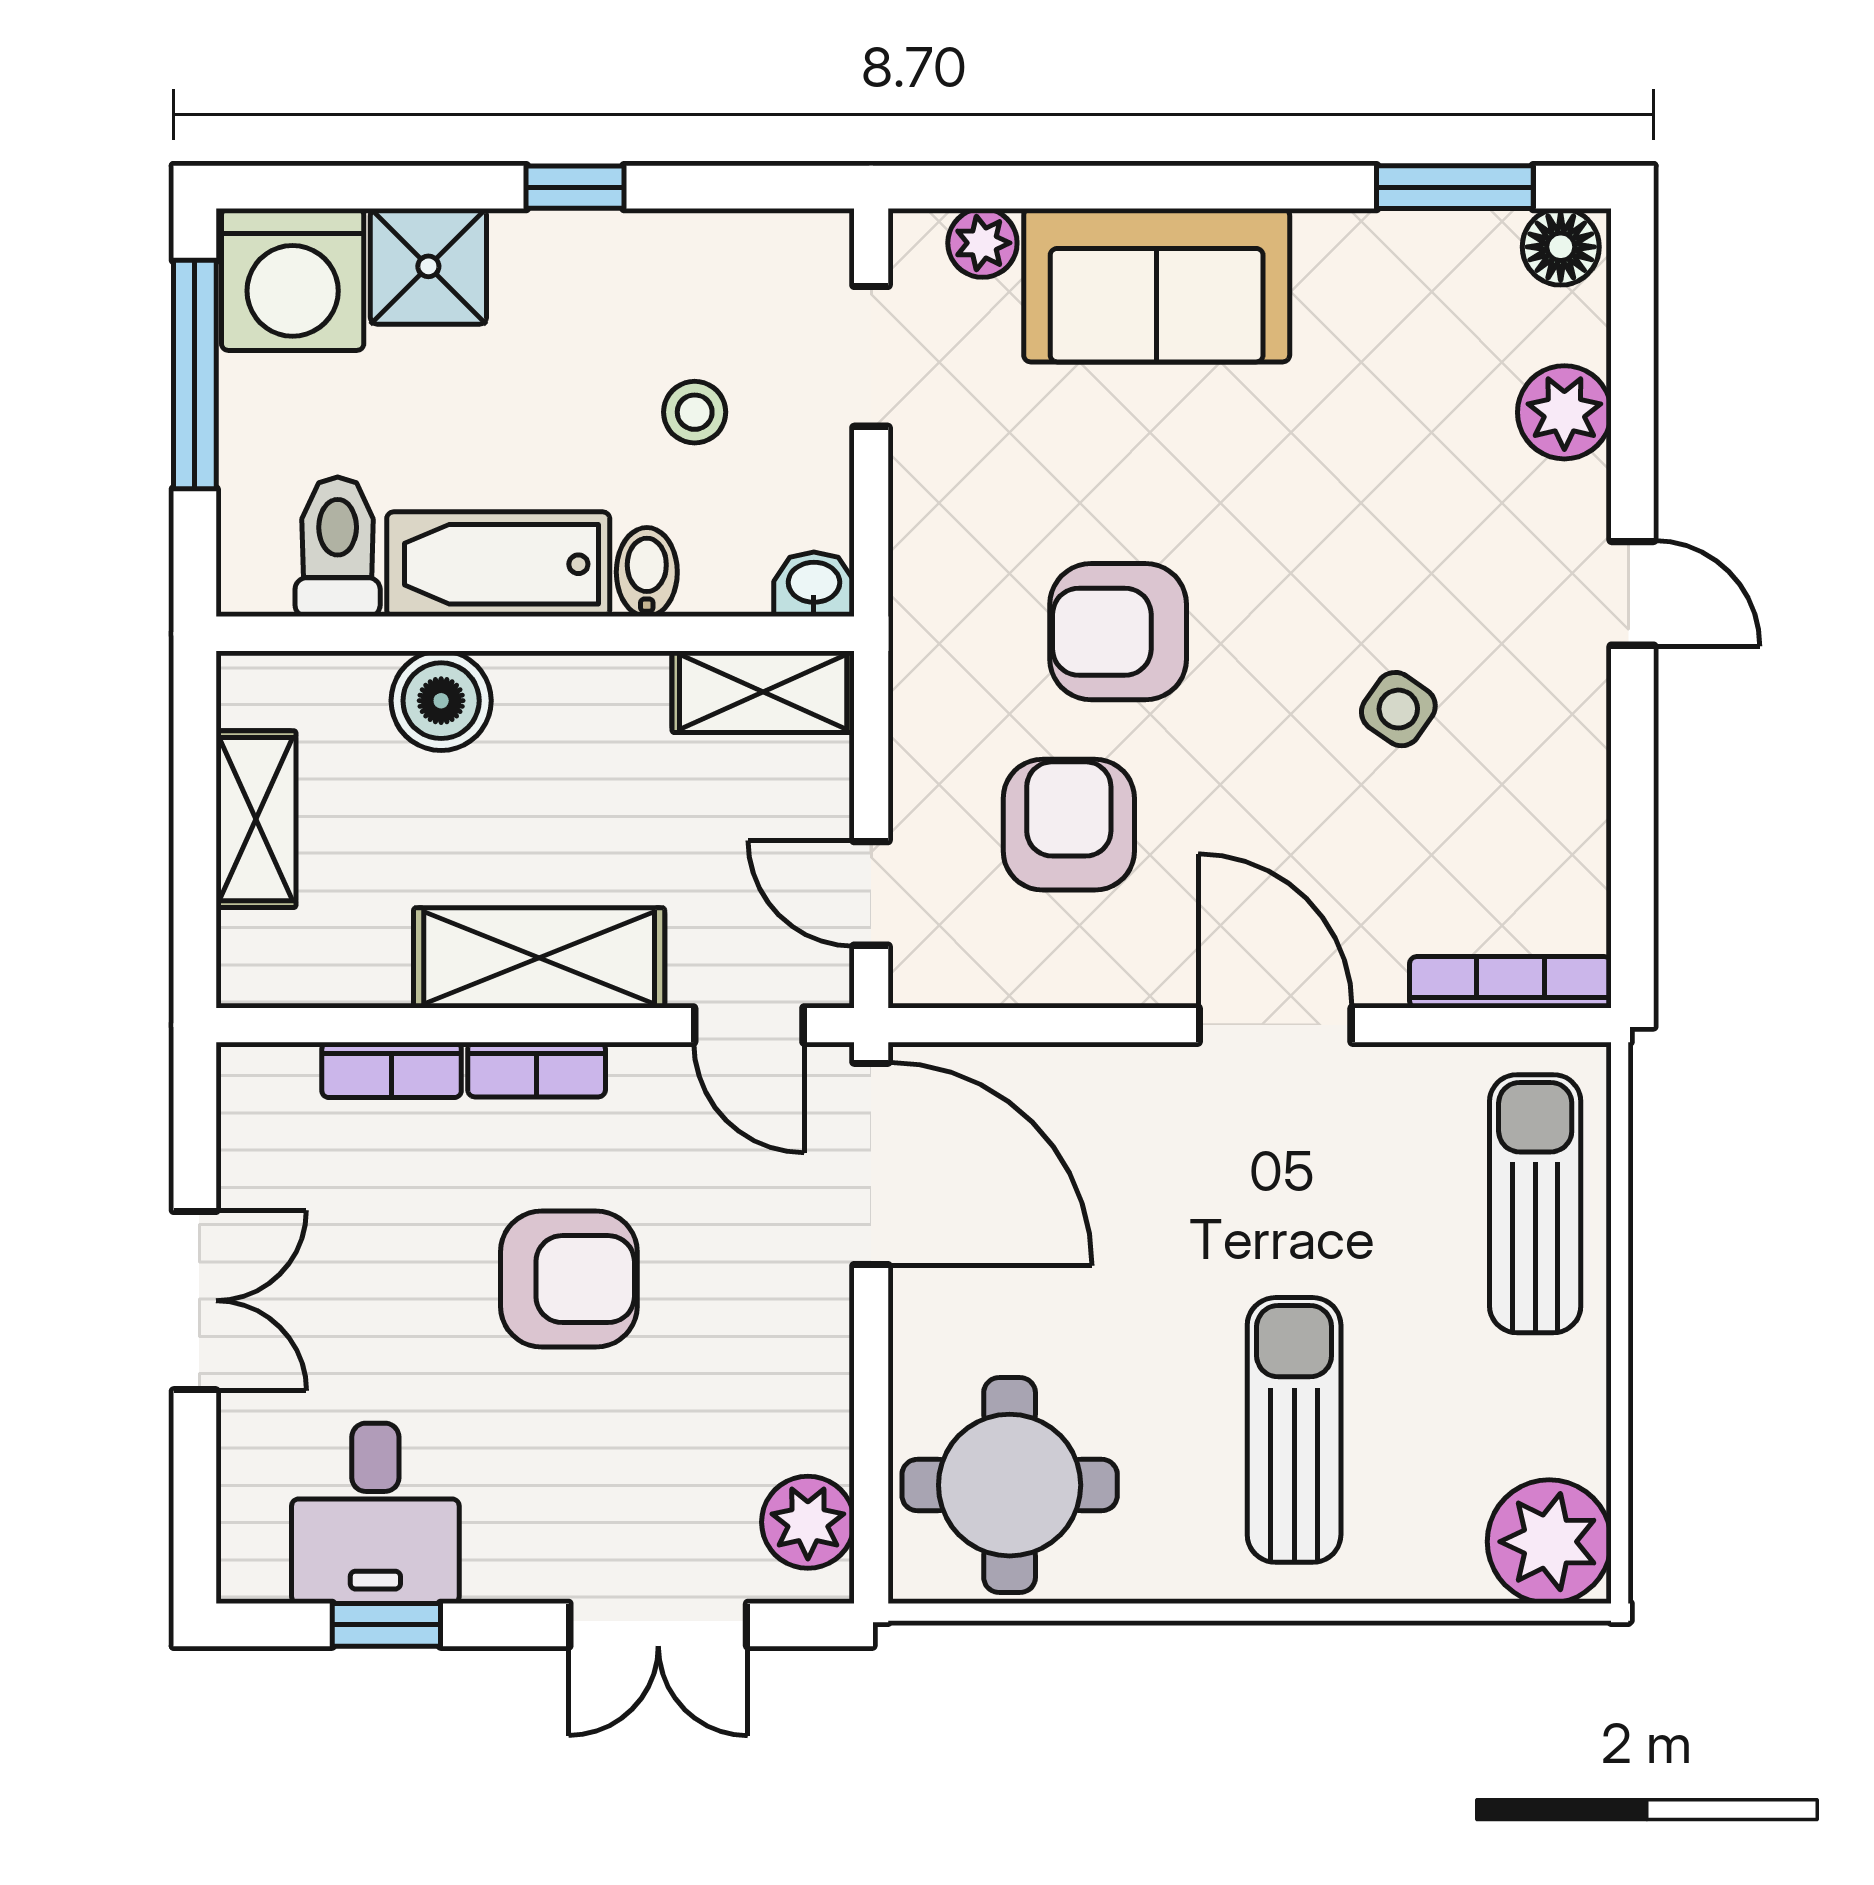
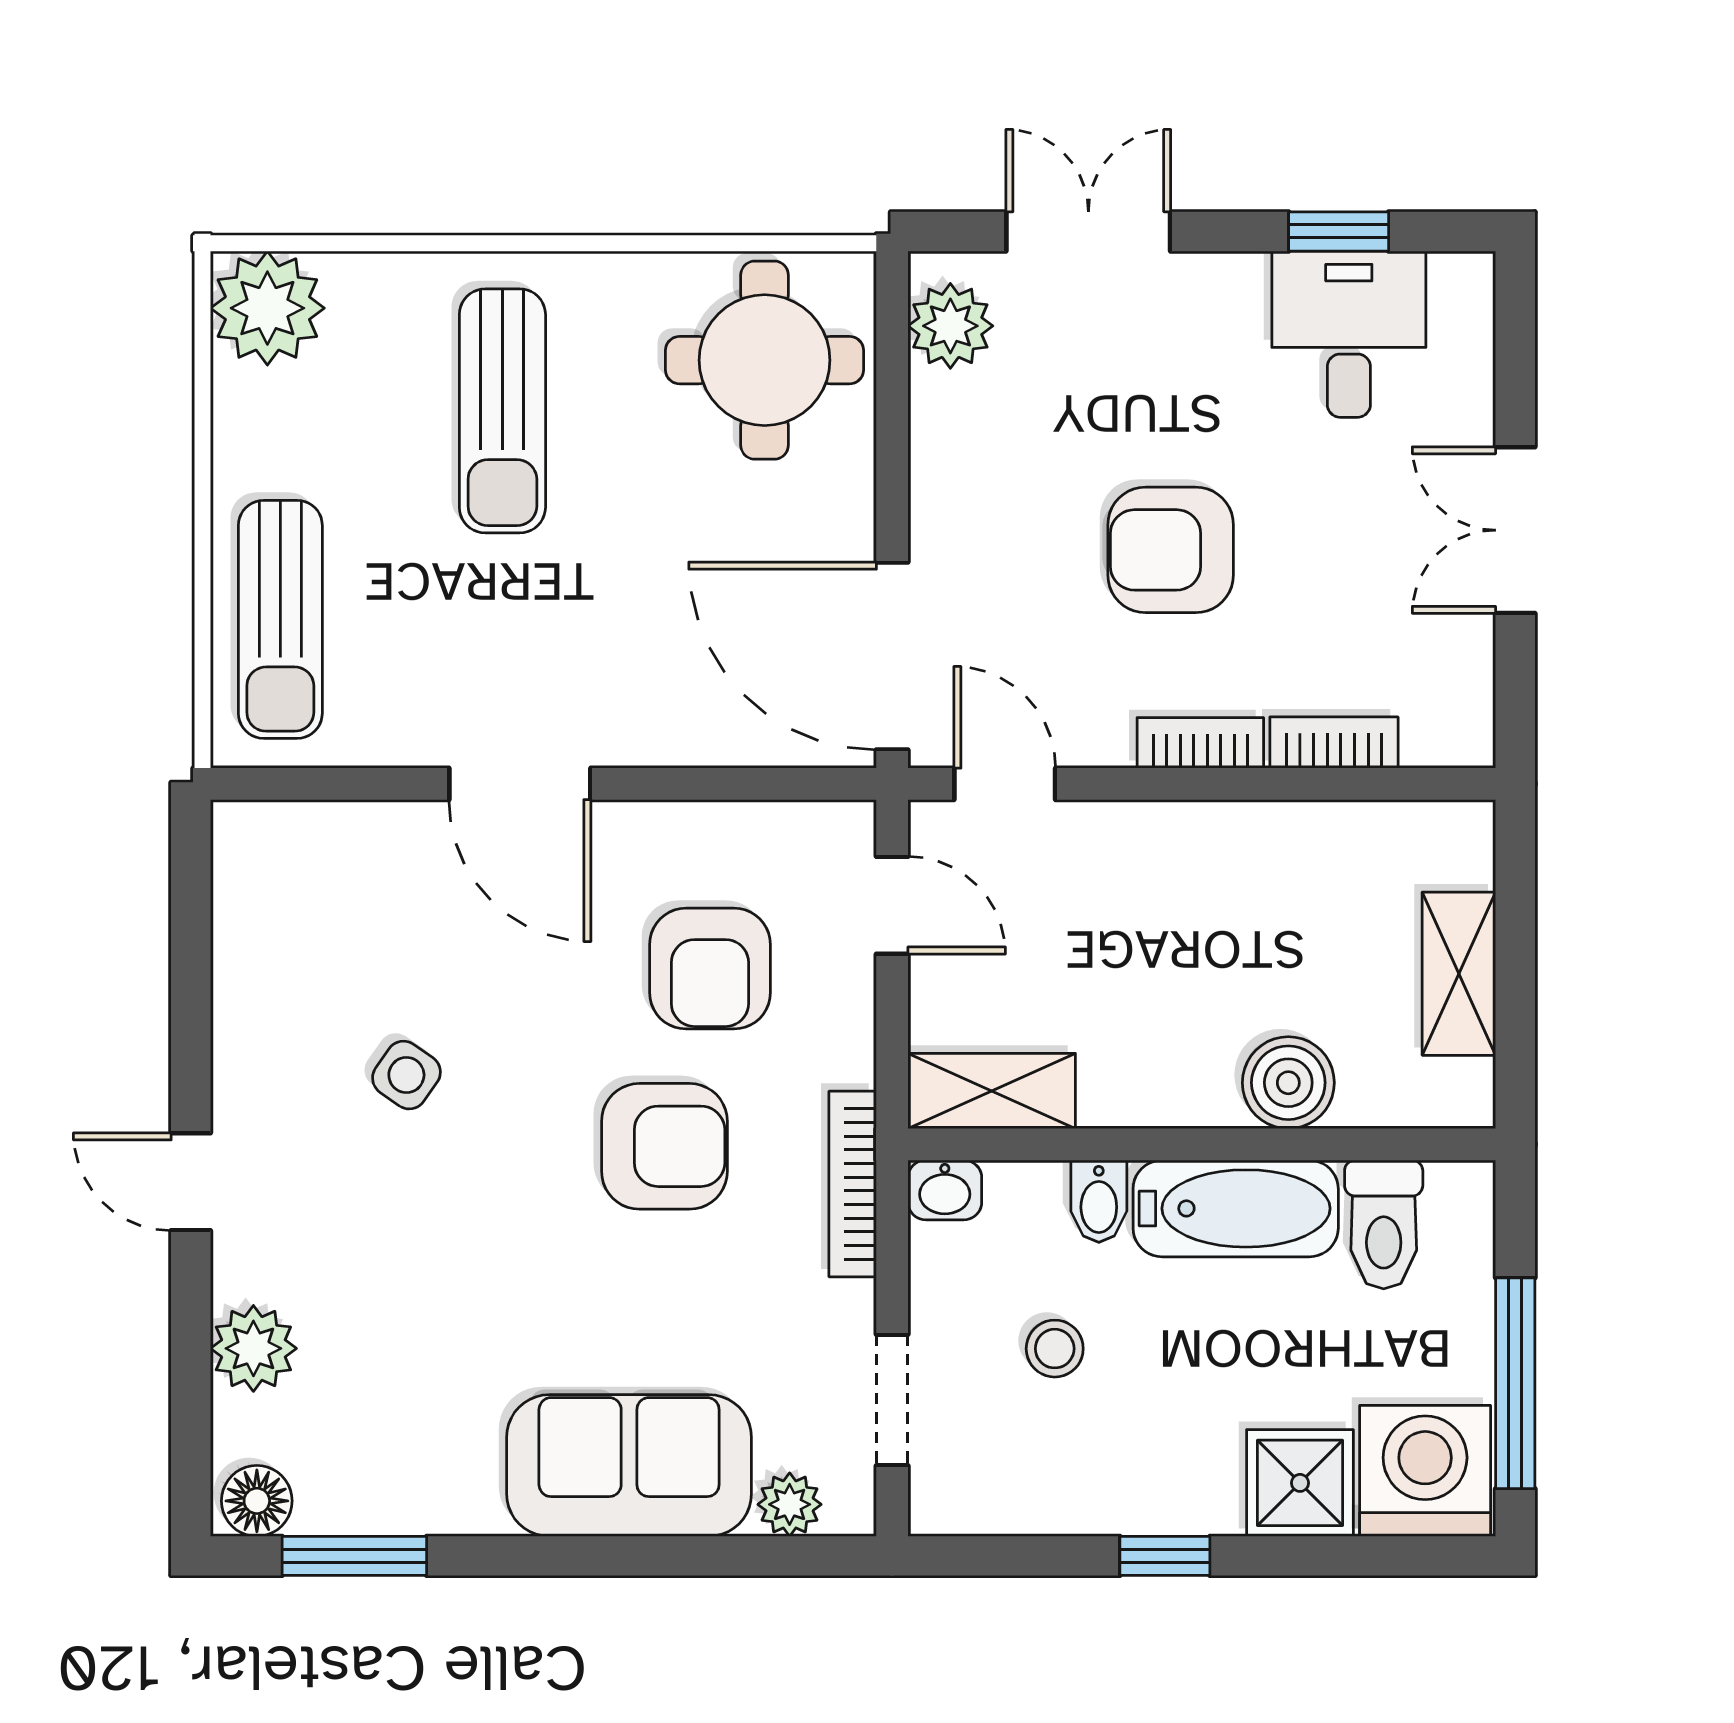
shelving: (539, 958) -> (1198, 846), removed
bookcase: (1510, 982) -> (853, 1184), moved, turned 90

